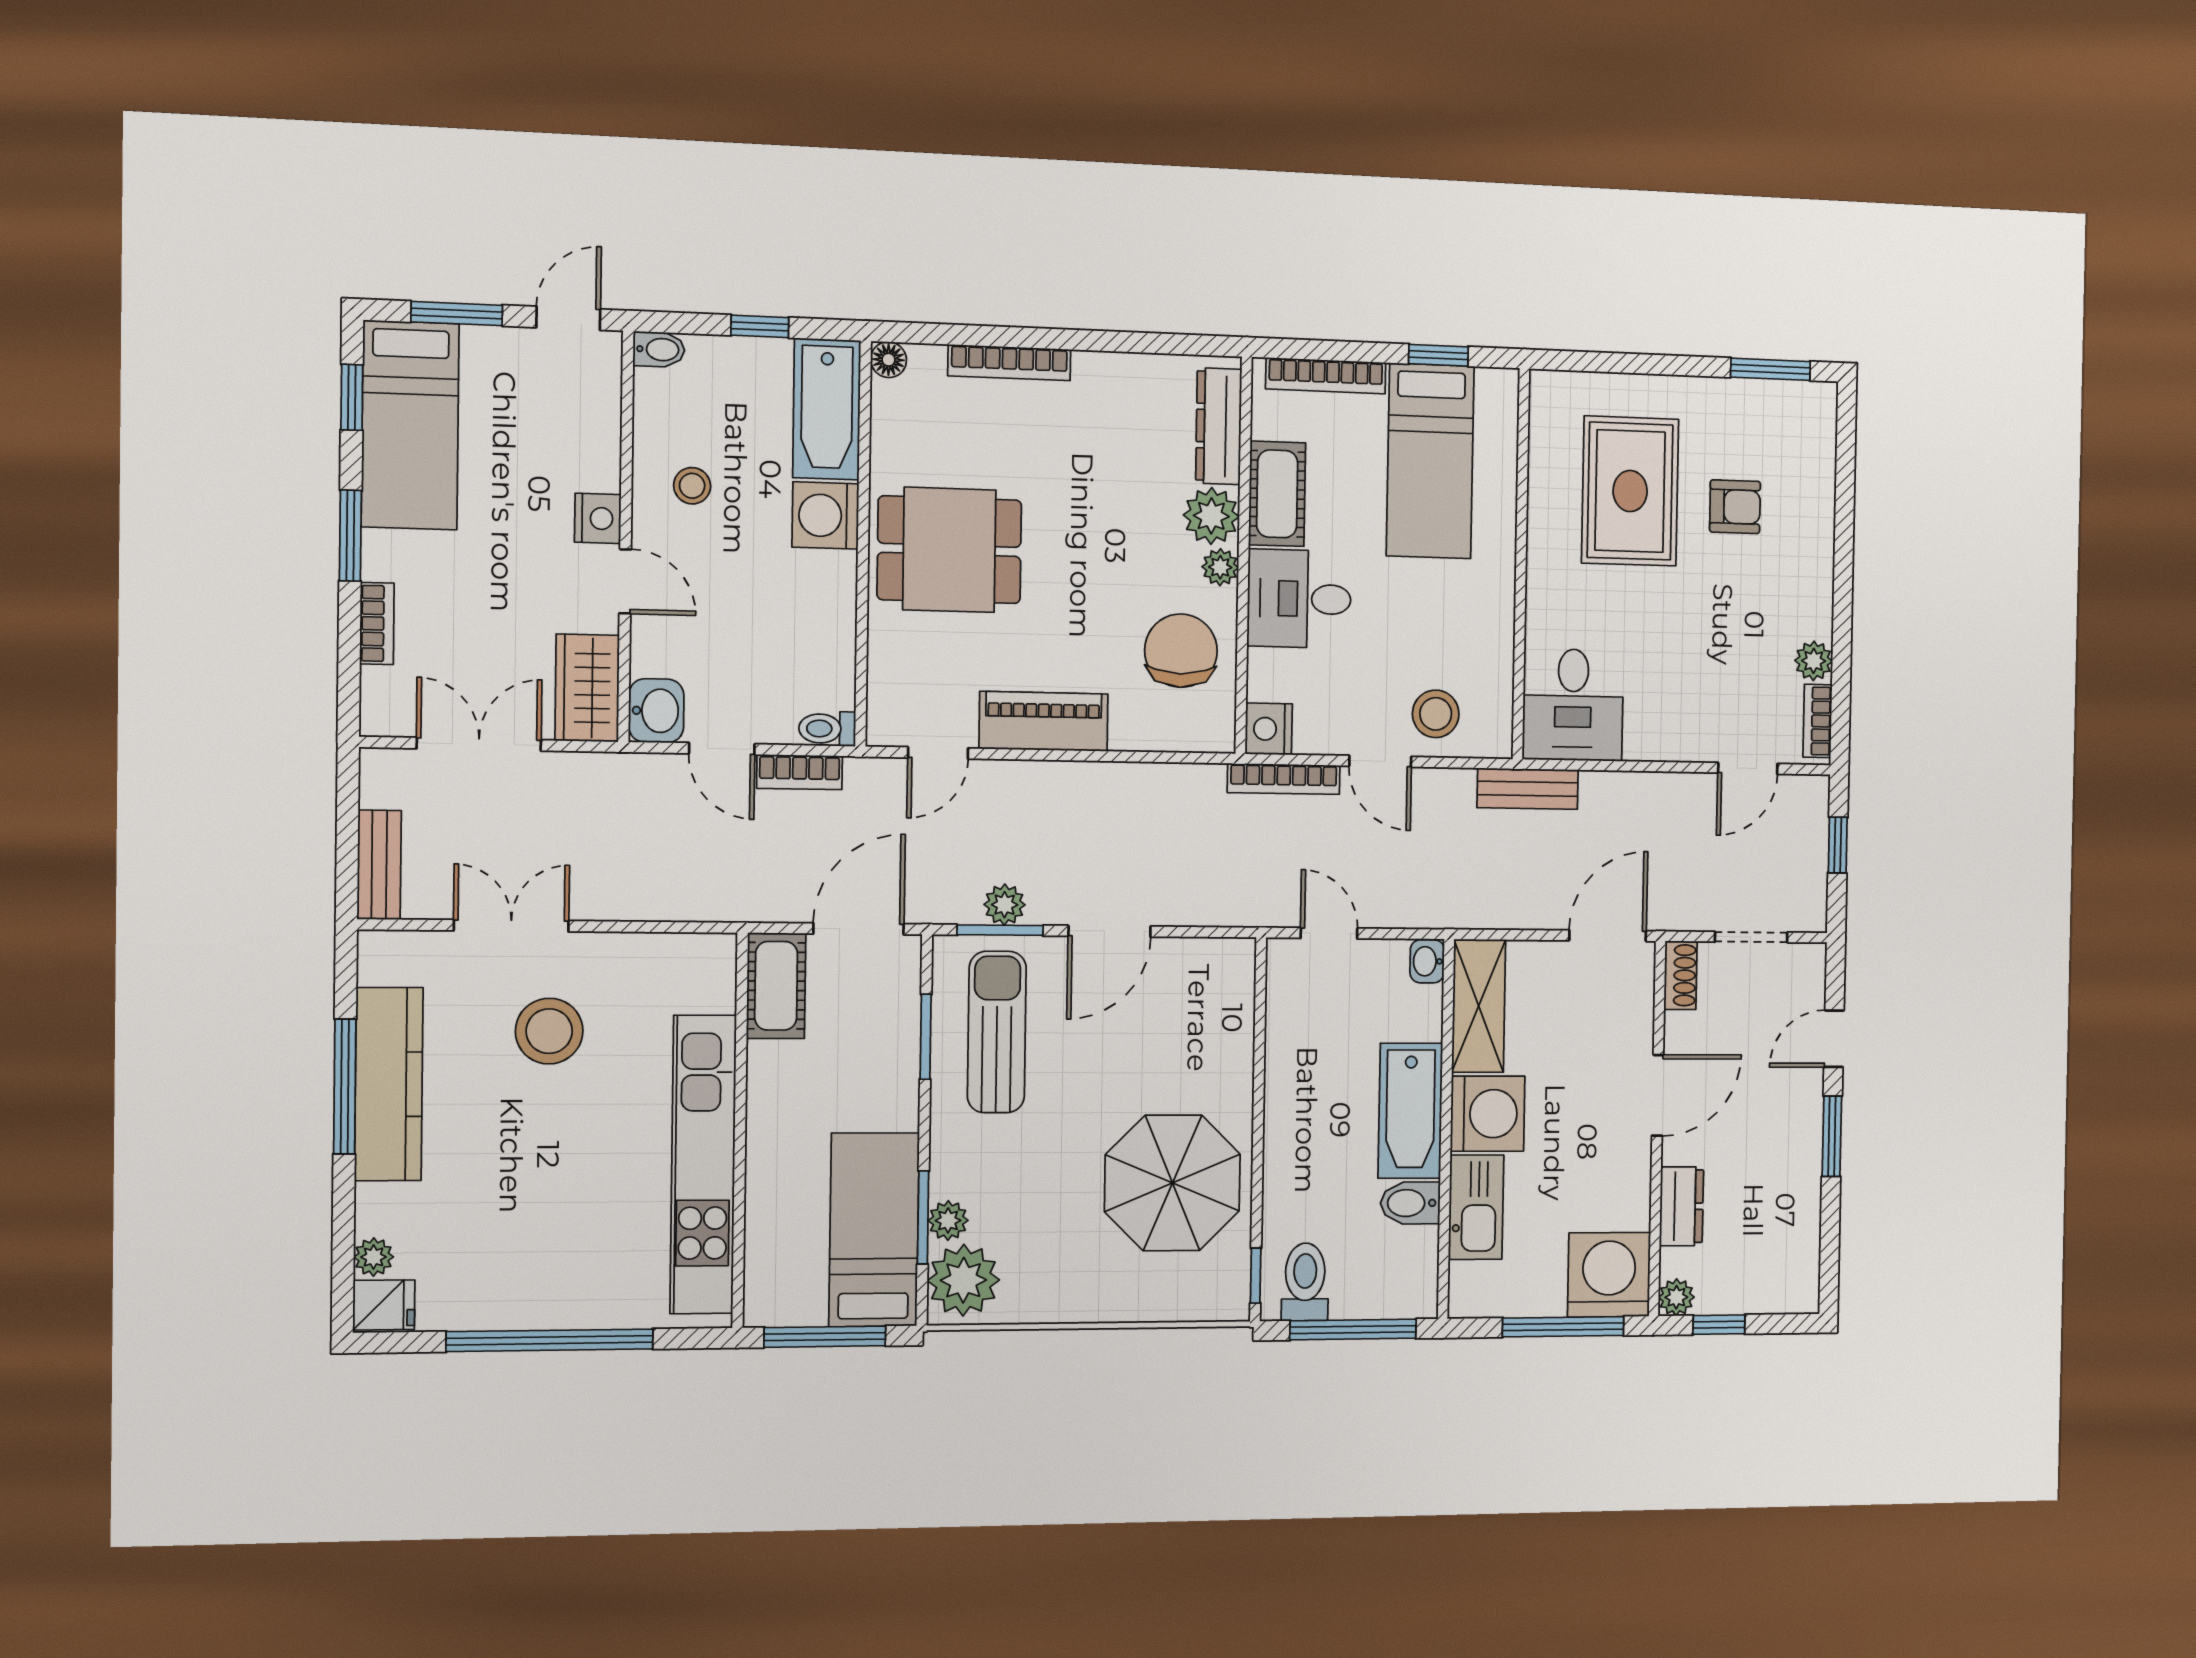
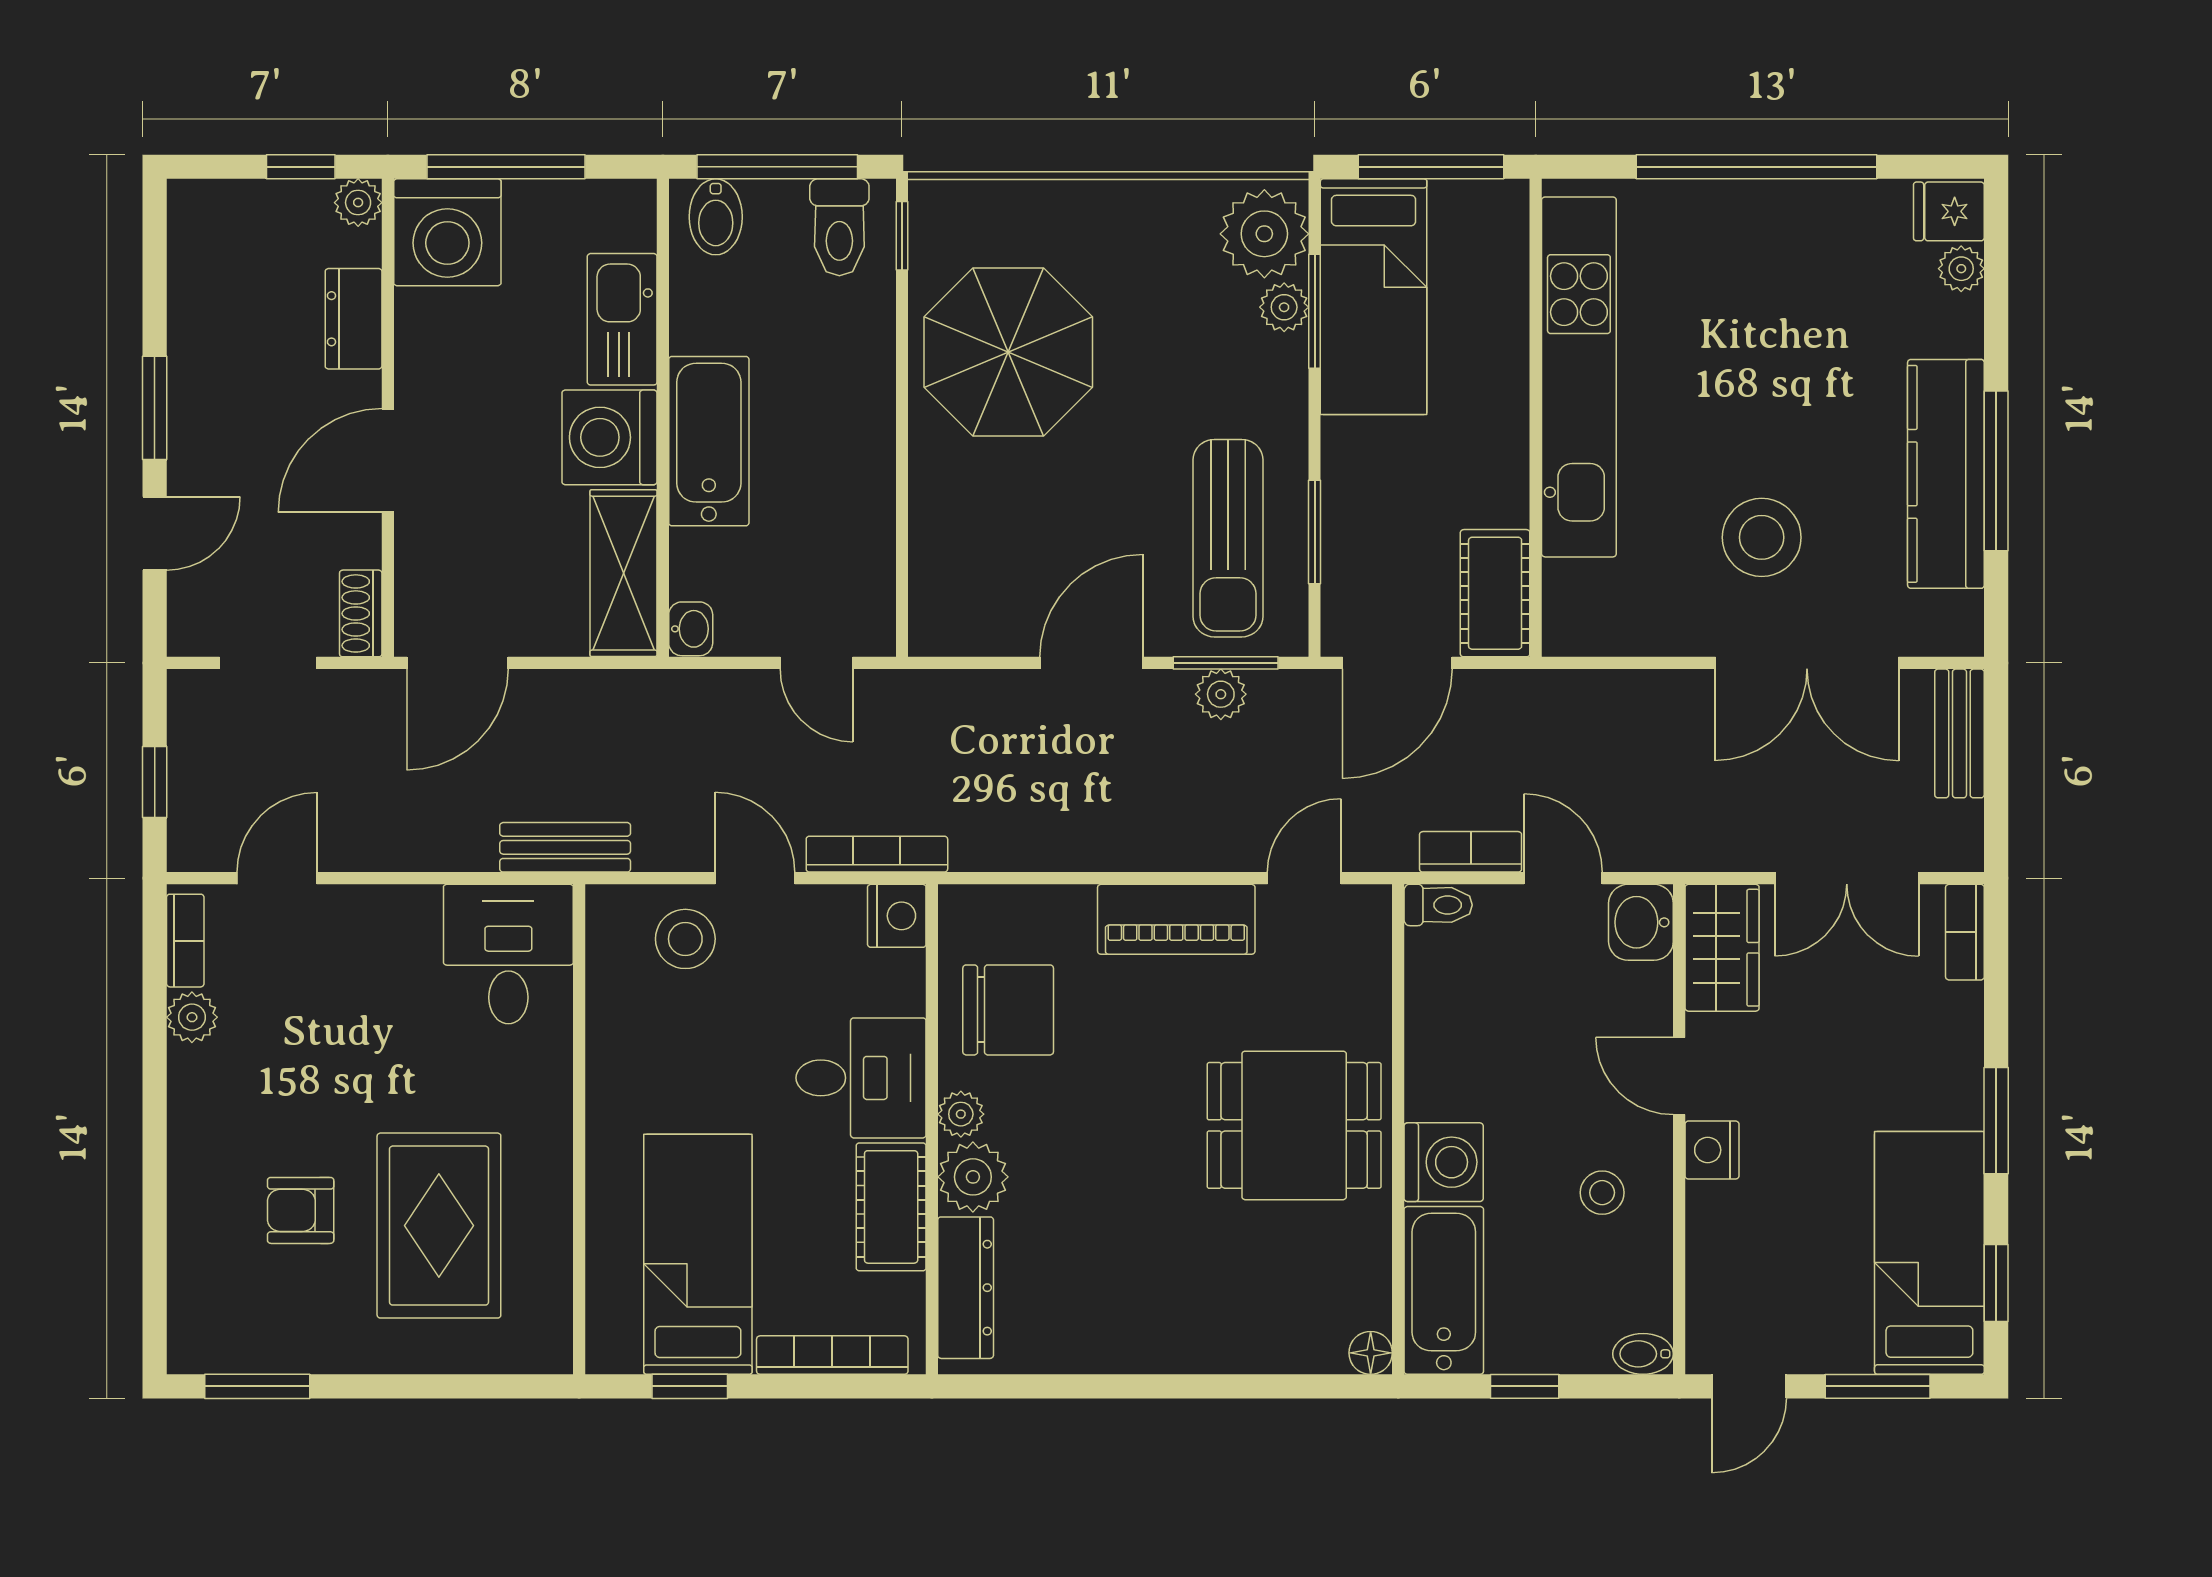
bookcase: (1009, 363) -> (1225, 1355), removed
bookcase: (377, 623) -> (1965, 932), moved
chair: (1181, 651) -> (1008, 1010), turned -90
double door: (511, 926) -> (1807, 663), width x1.37
bidet: (1410, 1203) -> (716, 217), moved, turned 90

